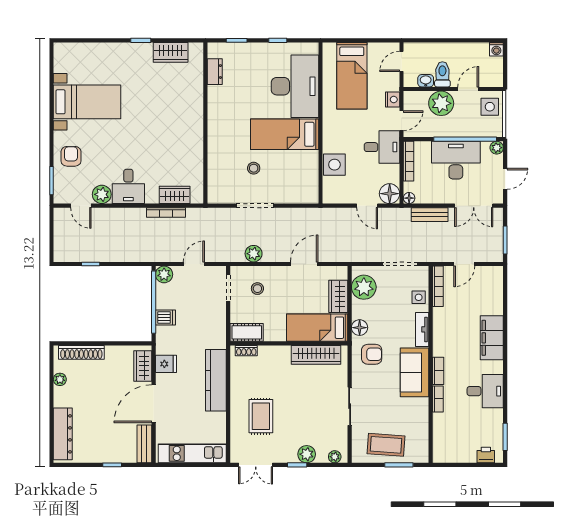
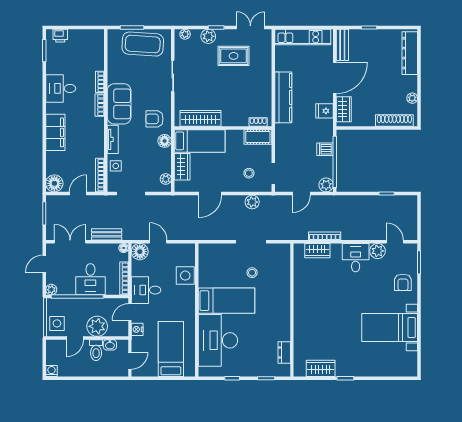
desk: (456, 160) -> (90, 279), width x0.73
floor lamp: (493, 276) -> (54, 183), added
plant: (364, 287) -> (166, 179), width x0.53, depth x0.53
rug: (261, 416) -> (234, 56), moved, turned 90
coffee table: (386, 445) -> (143, 44), width x1.36, depth x1.32

